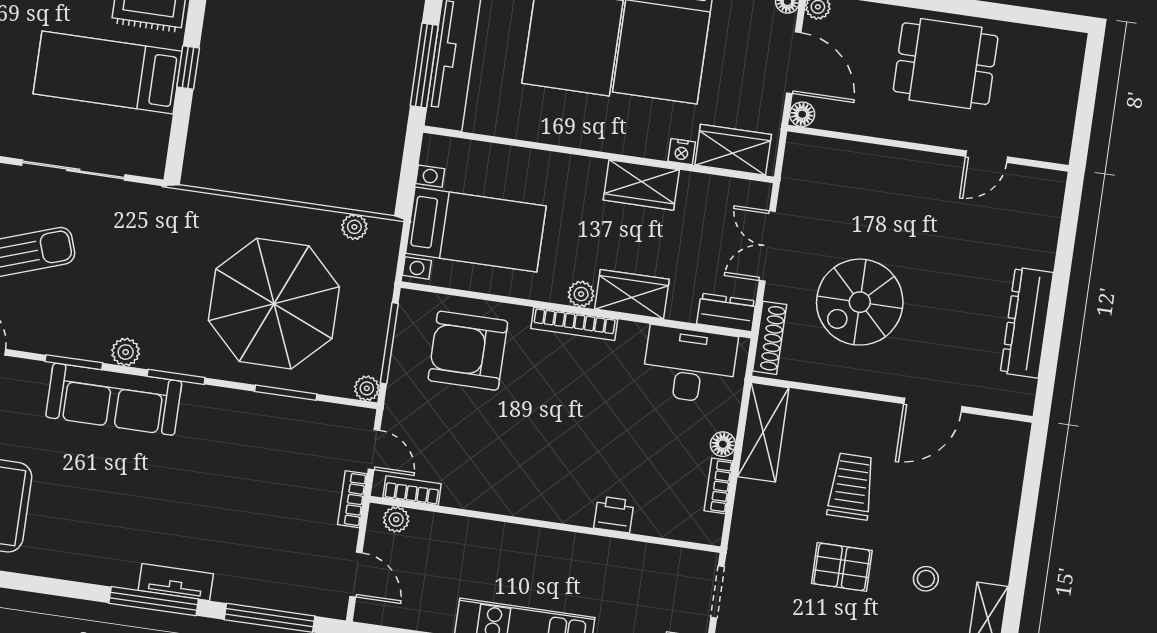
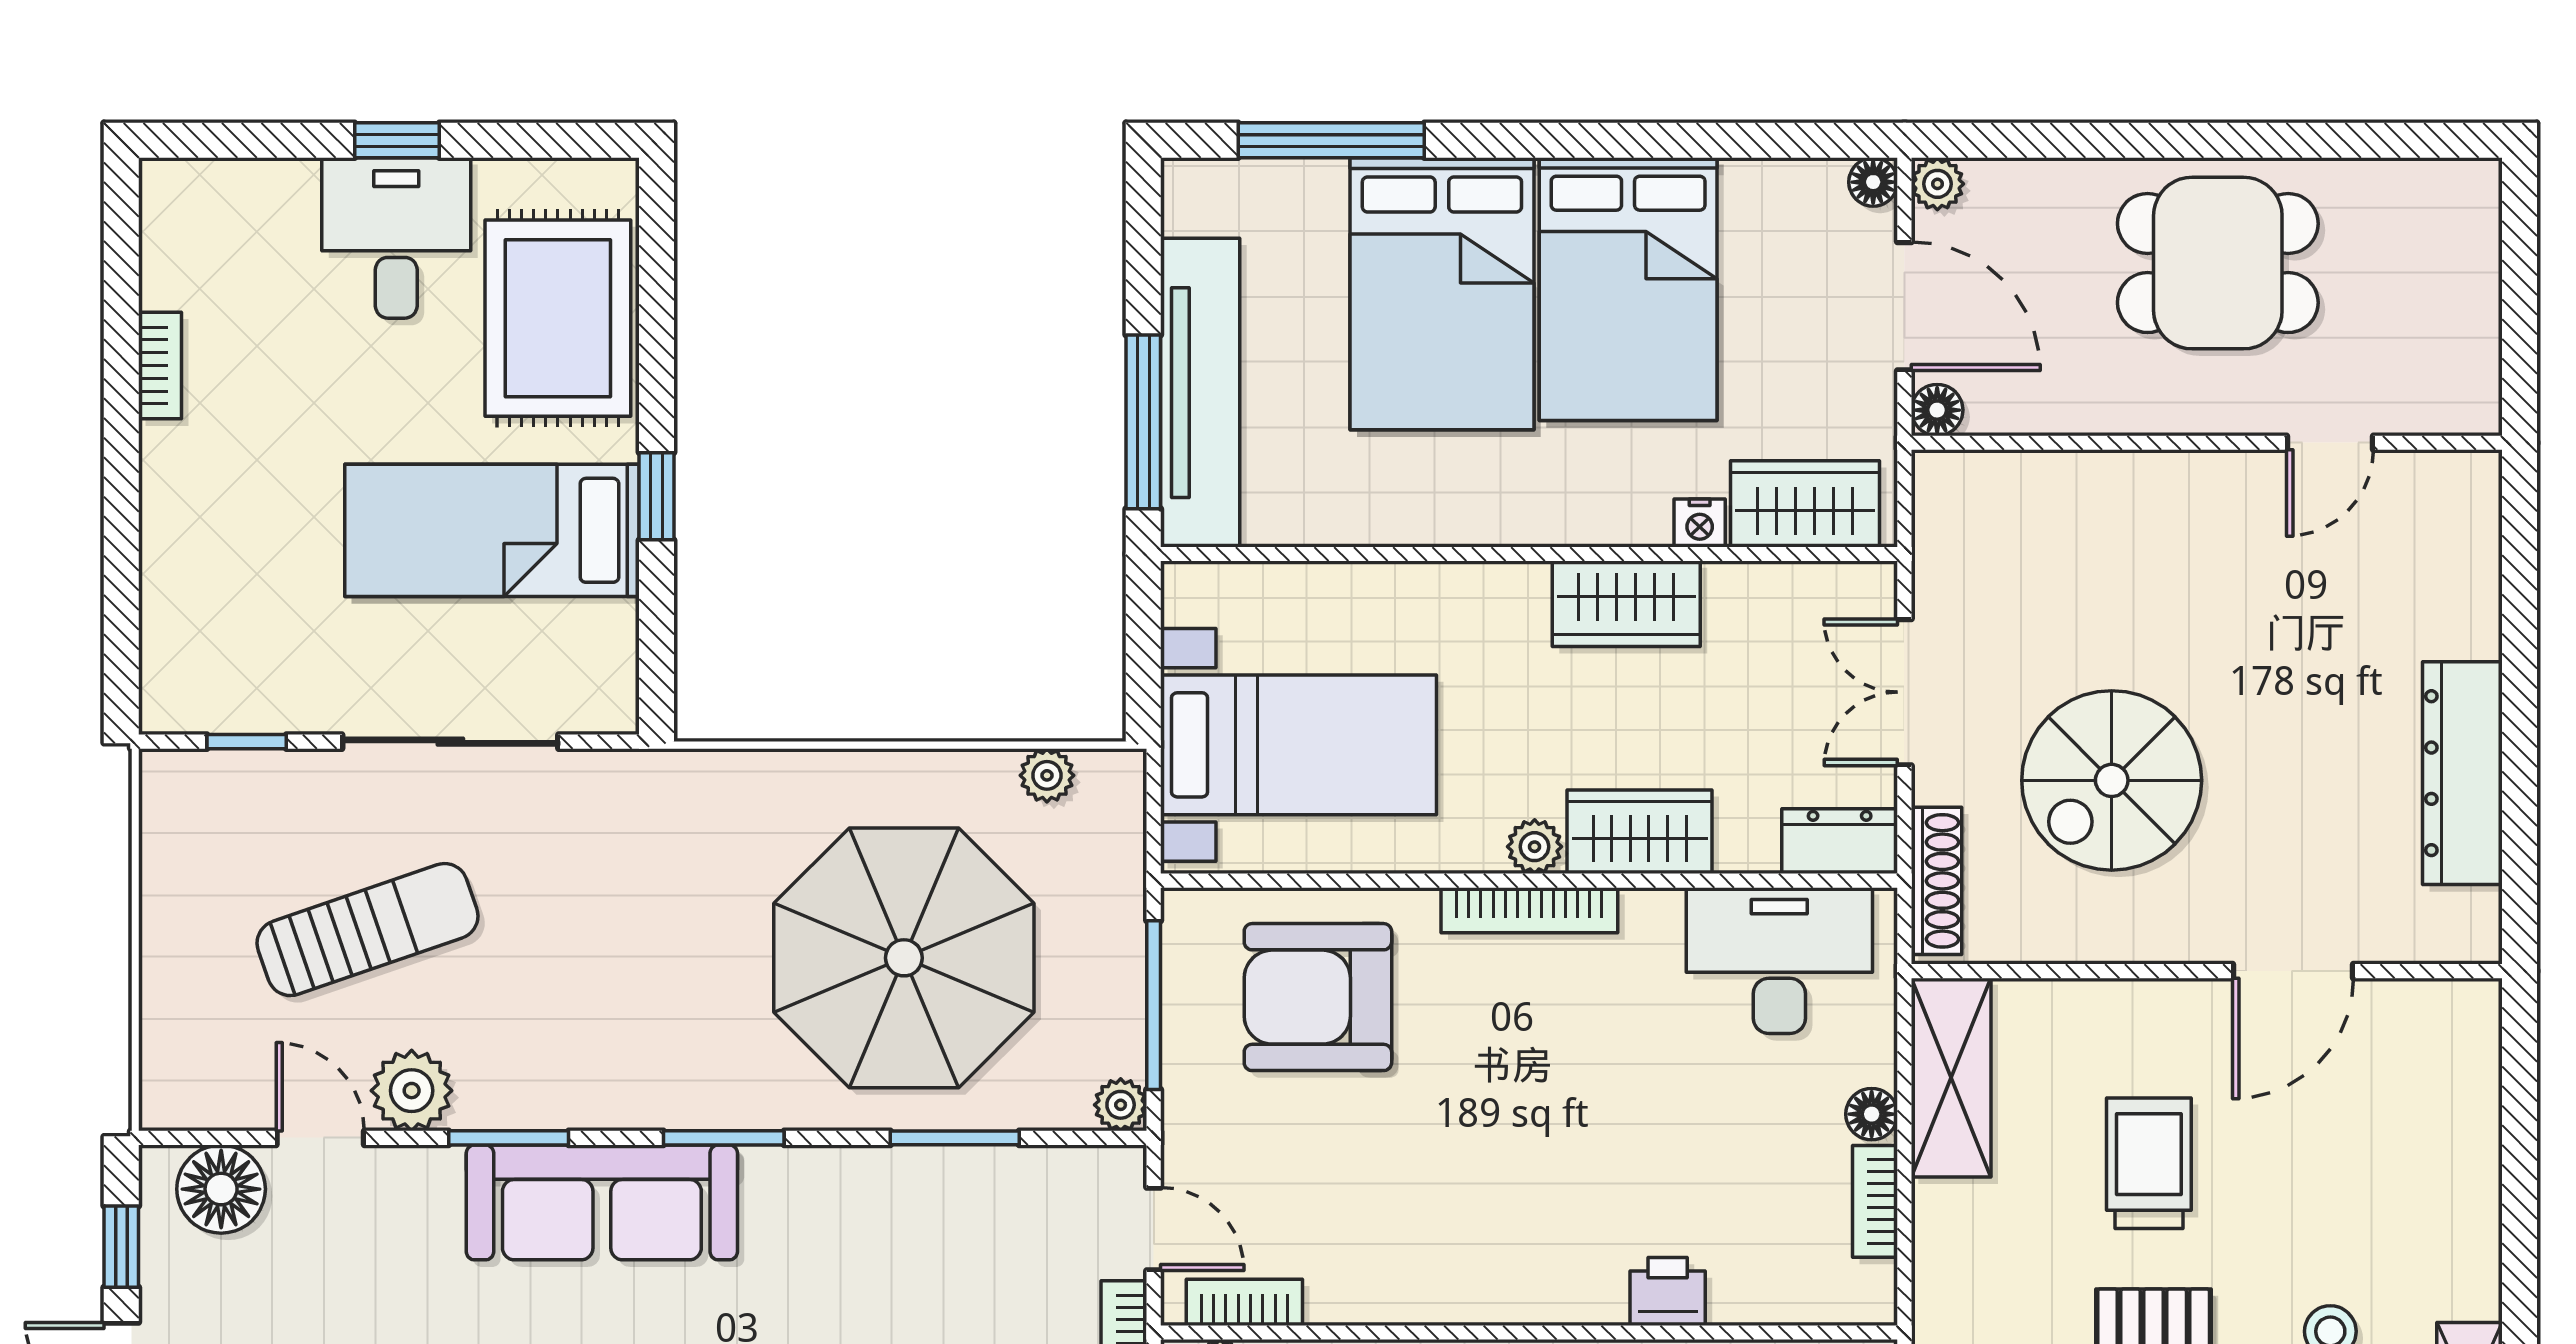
plant: (126, 352) -> (412, 1091), moved, width x1.38, depth x1.38

